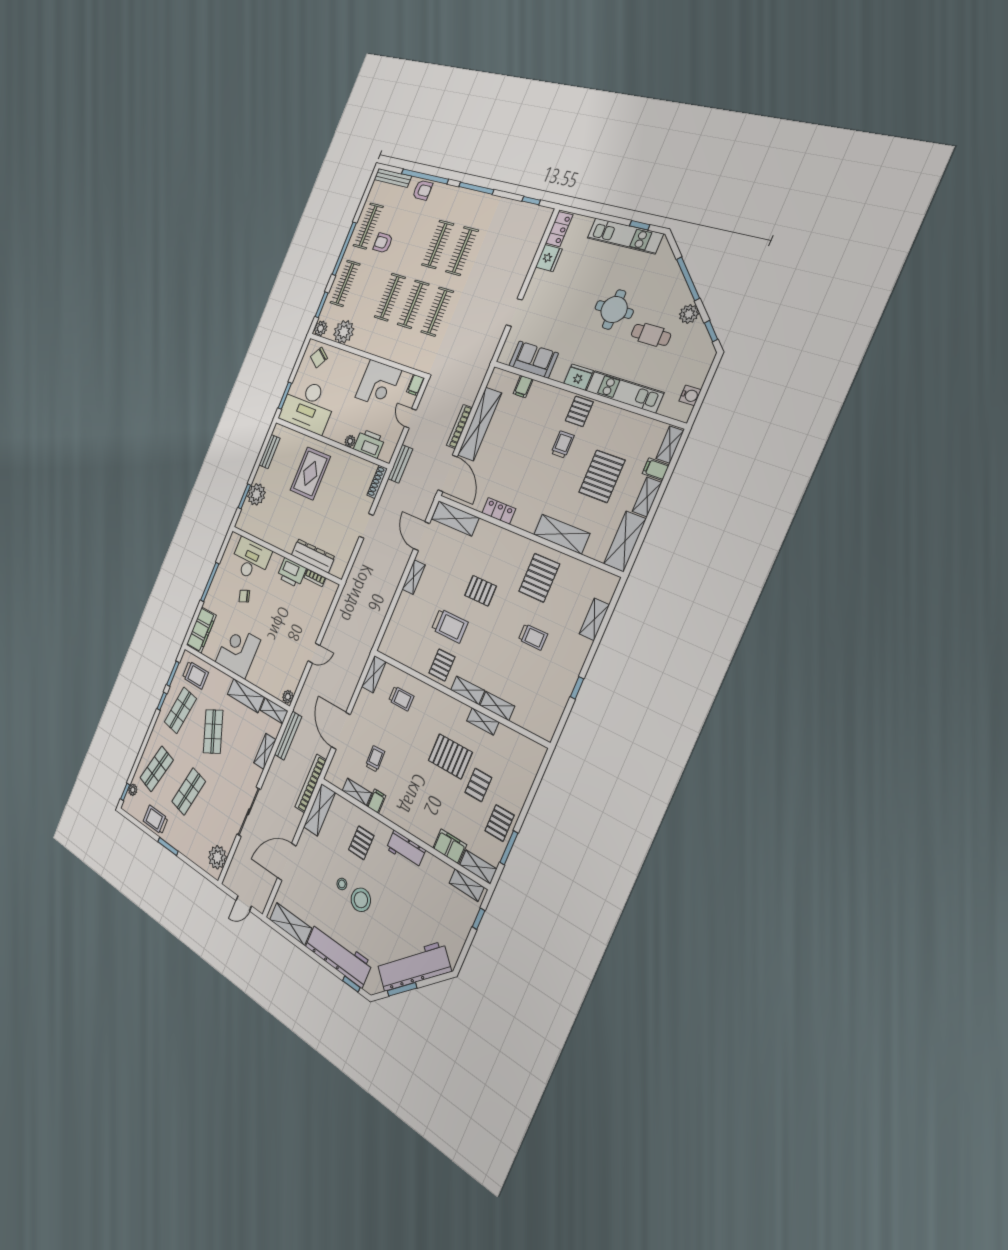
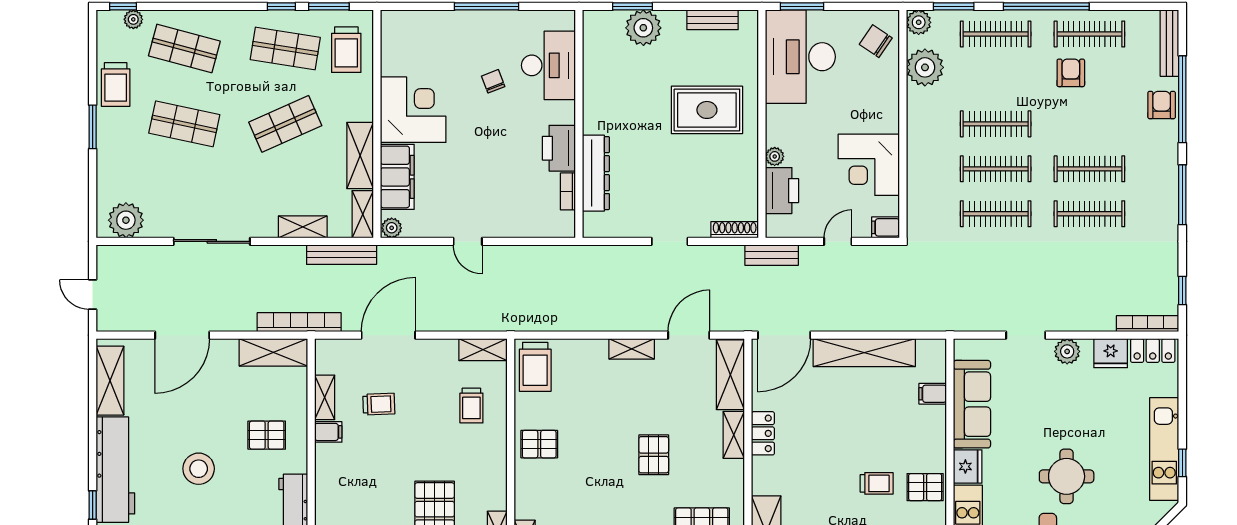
armchair: (422, 190) -> (1162, 105), turned 180
plant: (535, 287) -> (1067, 351), added
sofa: (534, 360) -> (972, 404), width x1.36
bookcase: (459, 427) -> (1148, 324), moved
trolley: (450, 626) -> (535, 367), moved
filing cabinet: (201, 630) -> (397, 177), moved, turned -90
shelving: (468, 690) -> (734, 435), moved
trolley: (155, 820) -> (116, 85), turned 180
door: (287, 862) -> (182, 335), swing flipped
stool: (342, 884) -> (202, 432), removed

